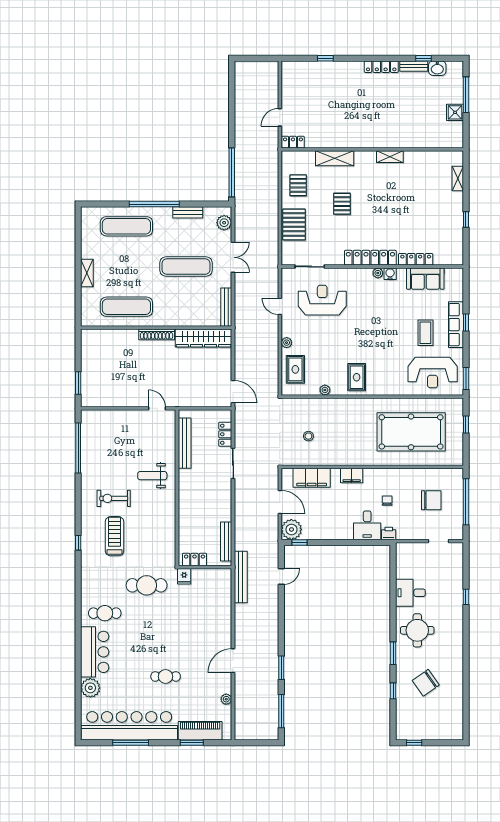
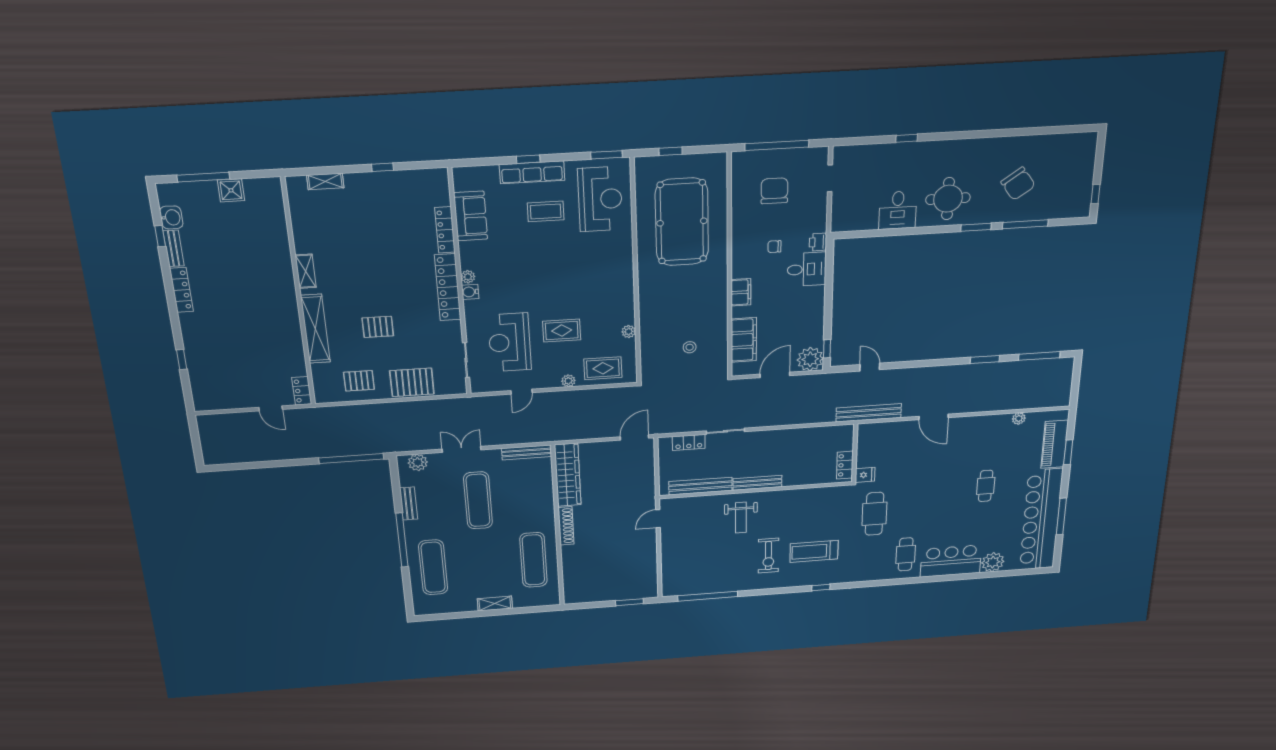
shelving: (335, 158) -> (315, 329), width x1.47
water cooler: (390, 274) -> (470, 292), moved
rug: (357, 377) -> (562, 331), moved
bench: (226, 542) -> (757, 483), moved
door: (233, 661) -> (934, 417), moved
window: (393, 691) -> (1025, 224), width x2.17

